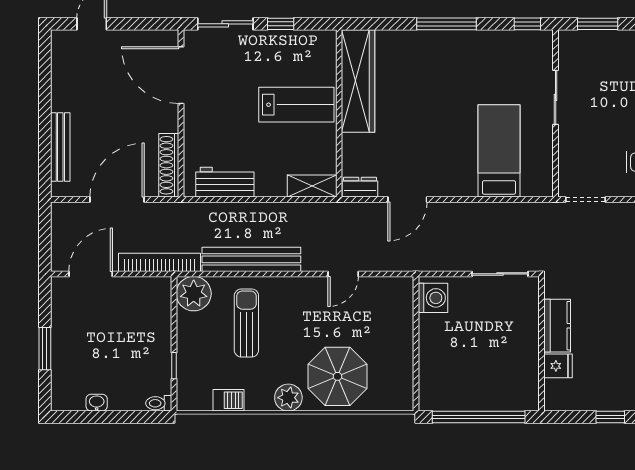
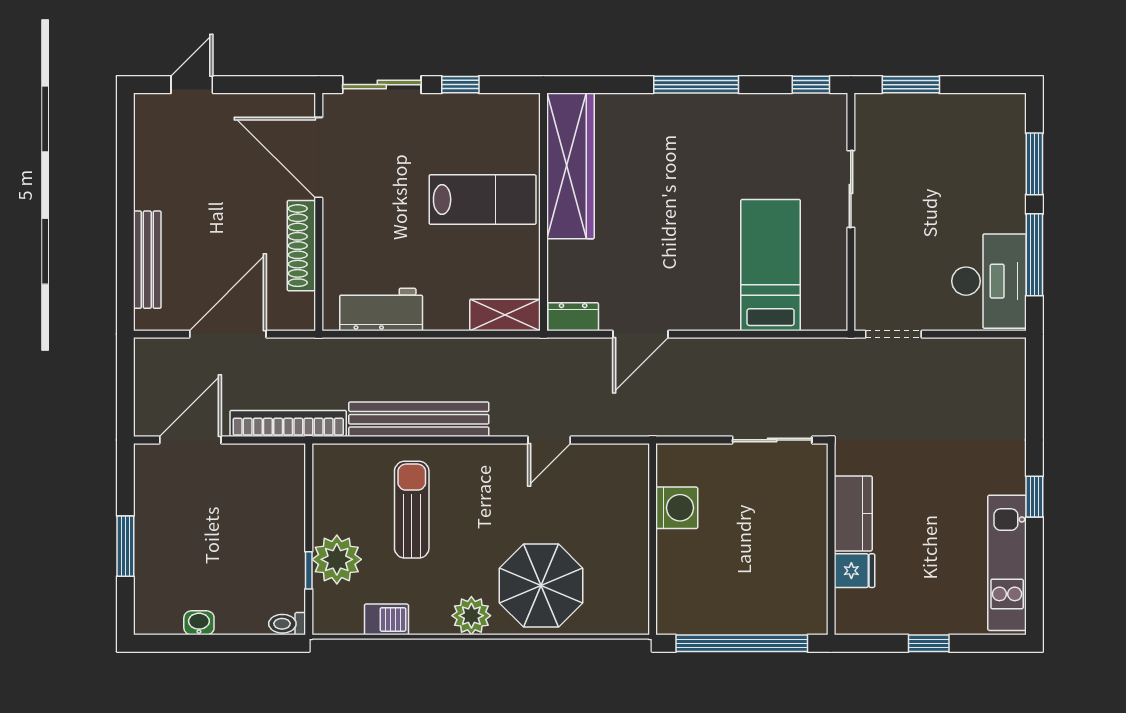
shoe rack: (169, 165) -> (301, 246), moved
plant: (194, 294) -> (337, 559), moved
washing machine: (433, 298) -> (677, 508), moved

